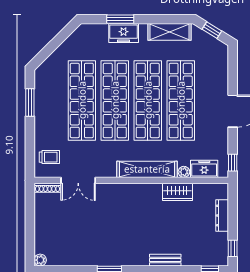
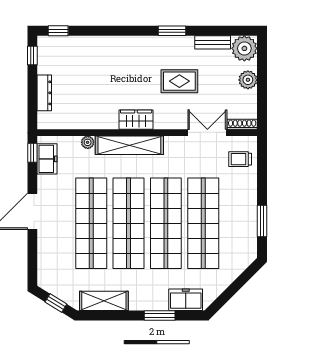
freezer: (124, 33) -> (186, 300), moved
freezer: (204, 169) -> (47, 159), moved, turned -90
wardrobe: (177, 192) -> (136, 120), moved
rug: (103, 226) -> (179, 81), added
plant: (42, 227) -> (248, 80), added
plant: (40, 260) -> (244, 48), width x1.88, depth x1.88
bench: (165, 260) -> (213, 42), moved

